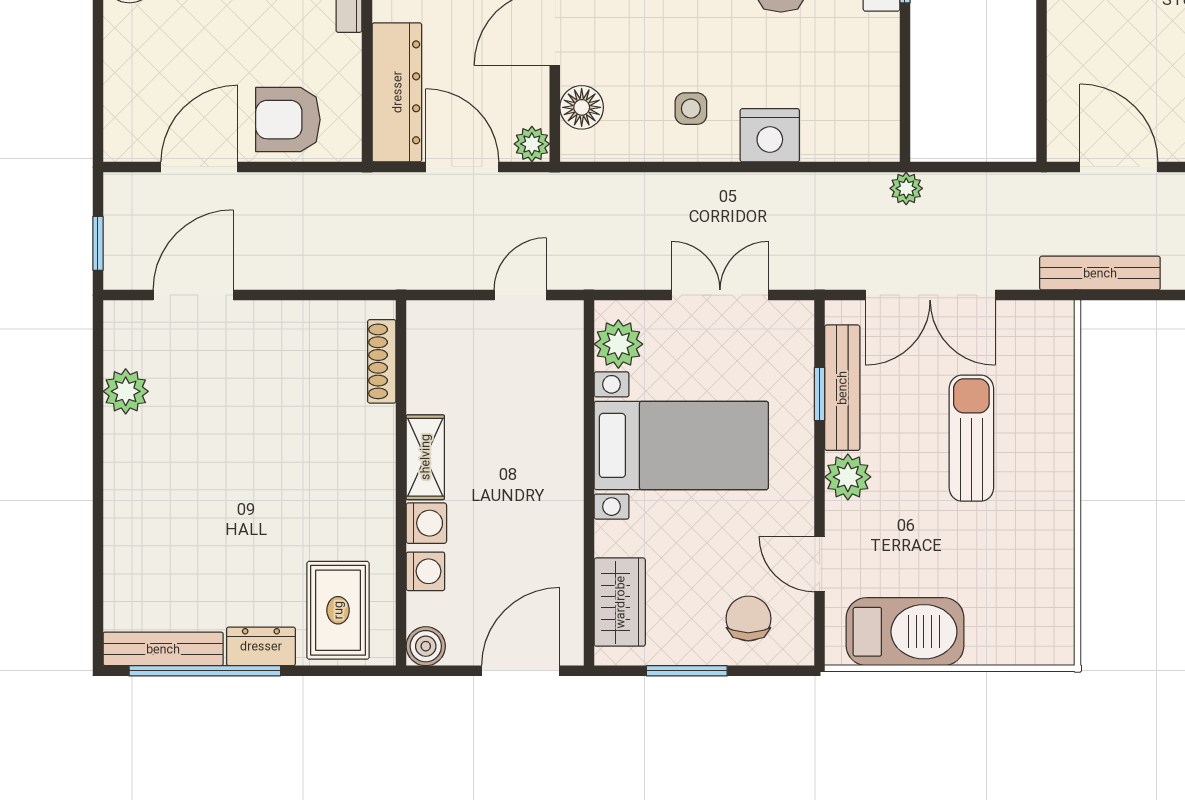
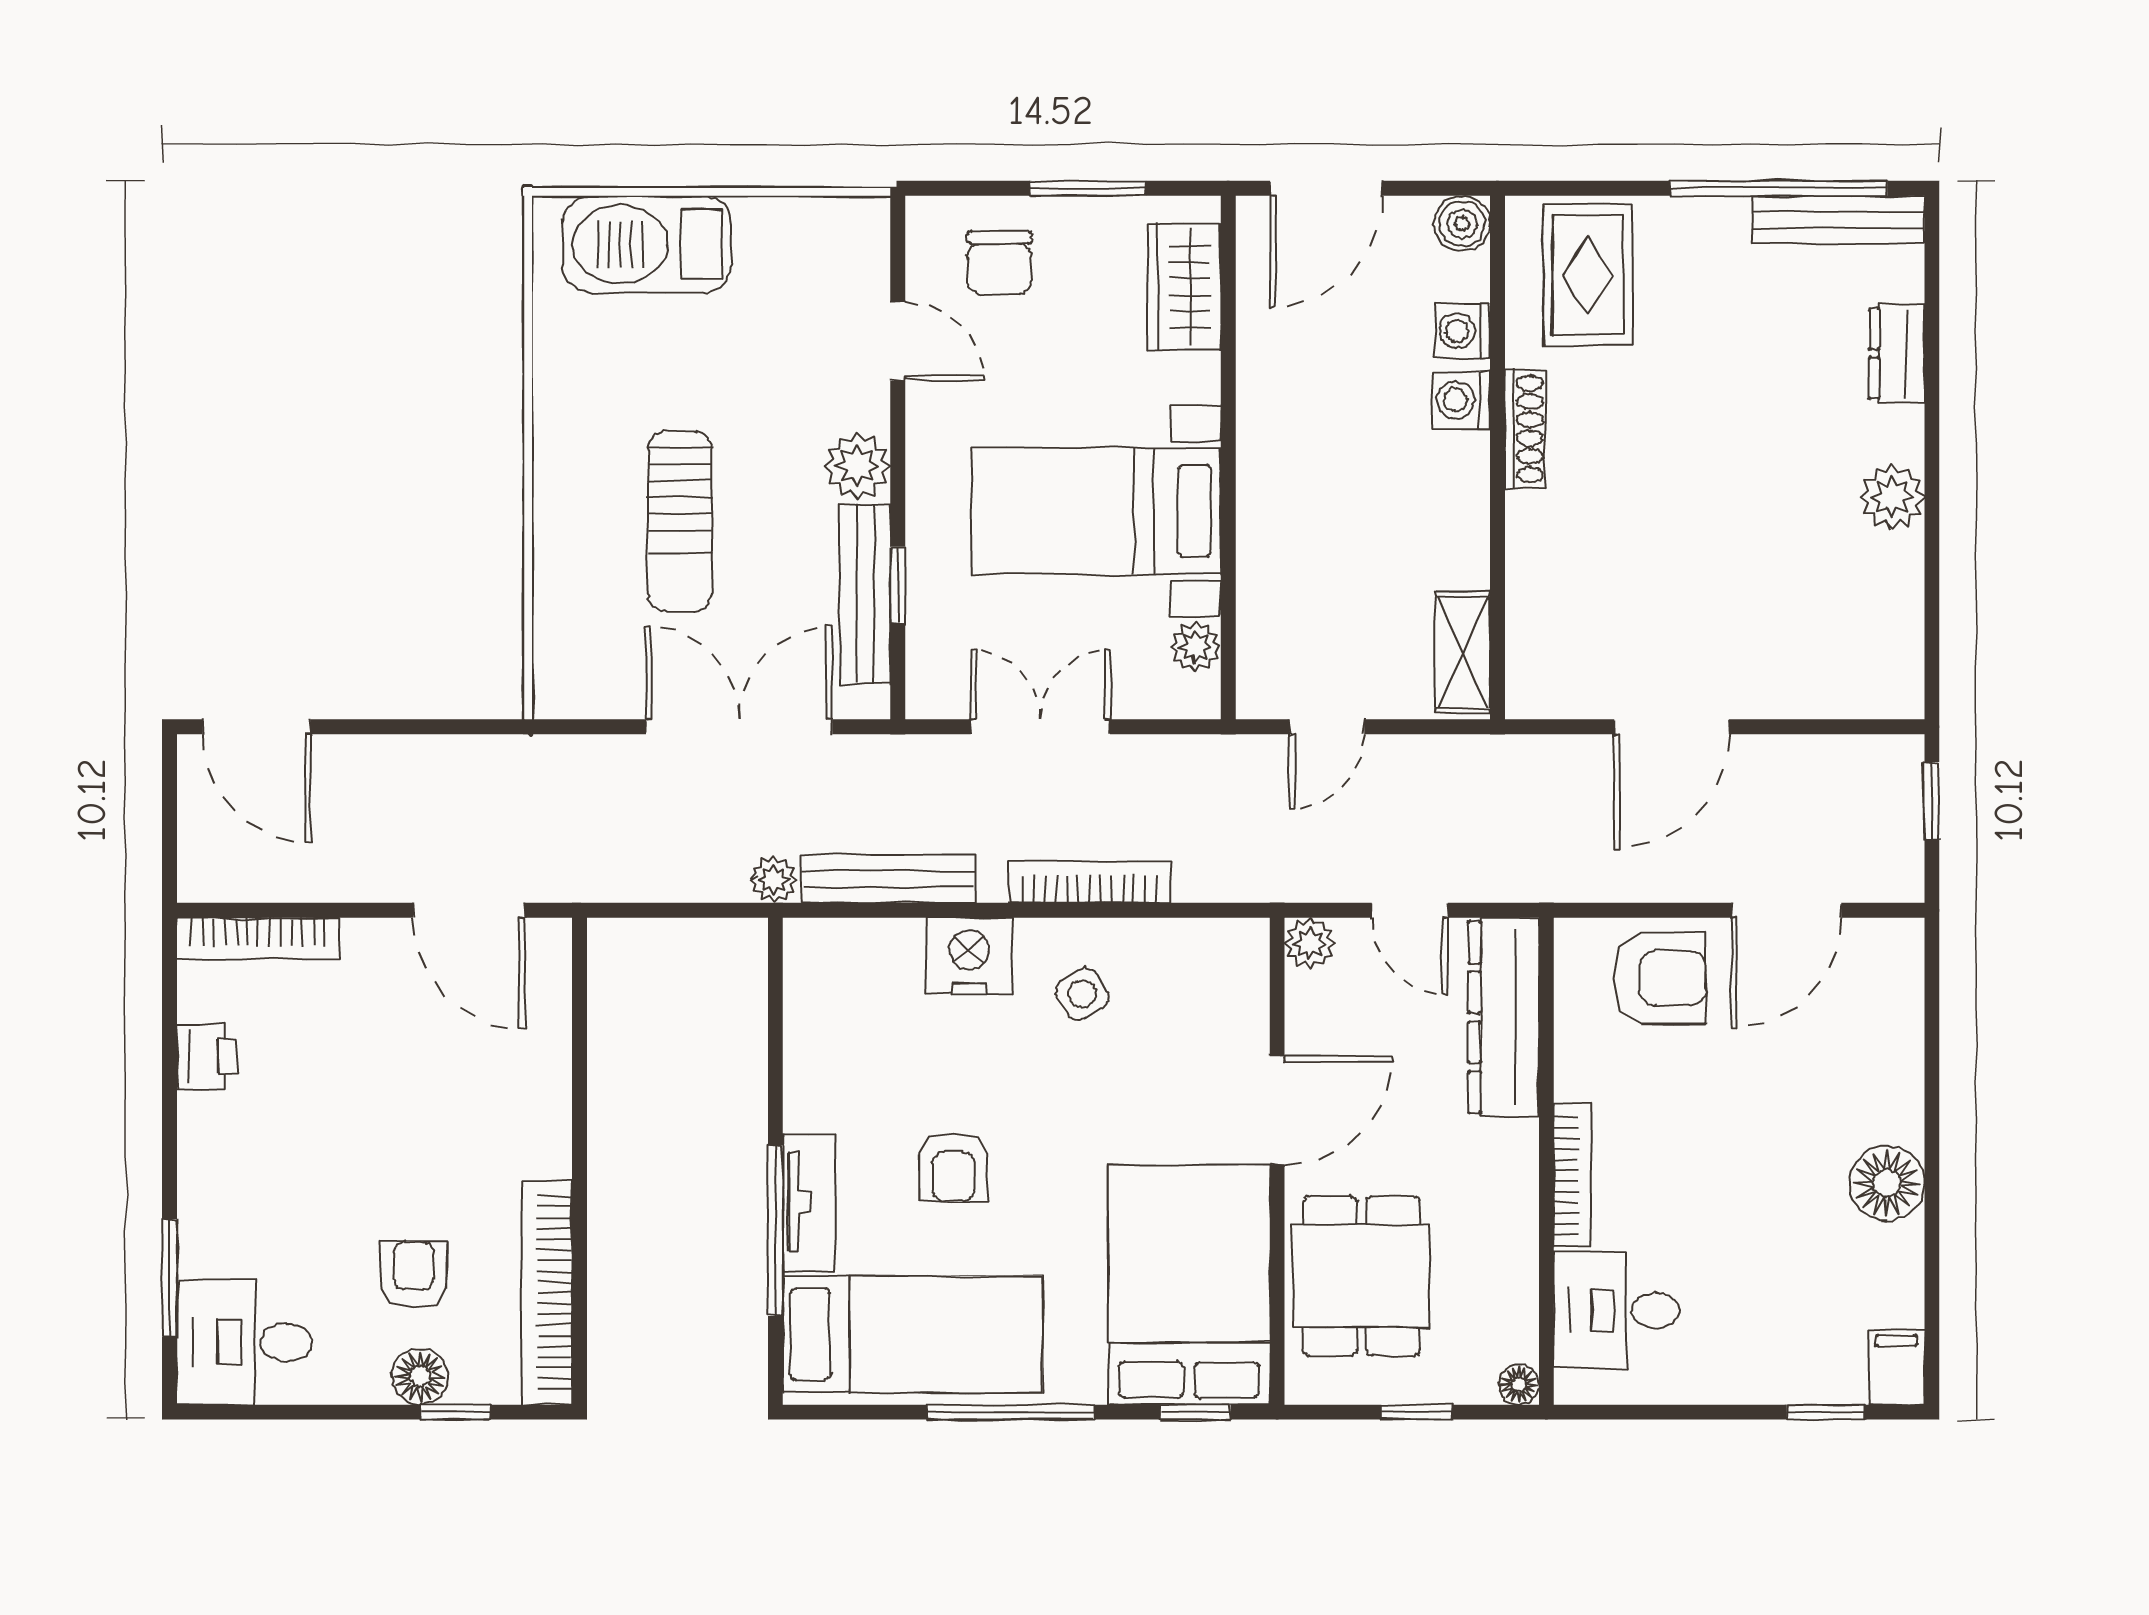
floor lamp: (582, 107) -> (1239, 996), removed
side table: (691, 109) -> (1082, 994), turned -30
door: (462, 167) -> (1410, 910), width x0.73
bookcase: (686, 187) -> (1090, 882), added
bench: (1100, 273) -> (888, 879), moved
door: (193, 295) -> (1671, 727), moved
double door: (720, 295) -> (1040, 727), swing flipped
plant: (618, 344) -> (1195, 647), width x0.73, depth x0.73
shoe rack: (382, 361) -> (1525, 429), moved
plant: (126, 391) -> (1892, 497), moved
shelving: (425, 457) -> (1463, 652), moved
barbecue: (905, 632) -> (647, 244), moved
dresser: (261, 646) -> (1897, 354), moved, turned 90

